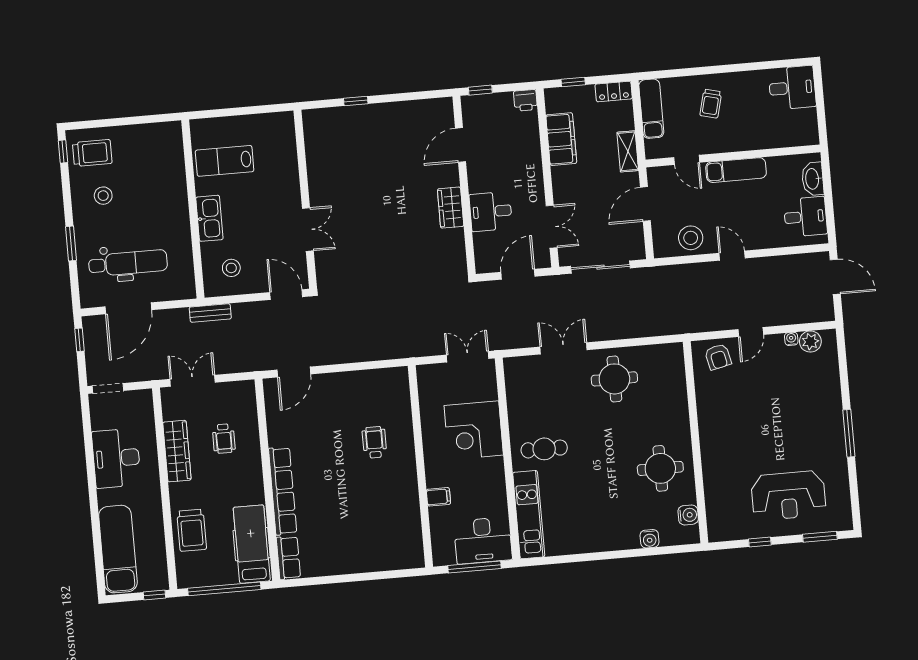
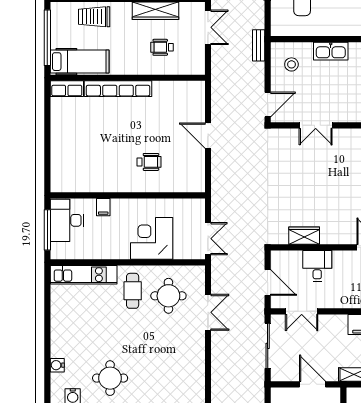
wardrobe: (451, 208) -> (304, 236), moved
door: (294, 372) -> (208, 136), moved
round table: (614, 379) -> (168, 296), moved
desk: (483, 540) -> (67, 220), moved

